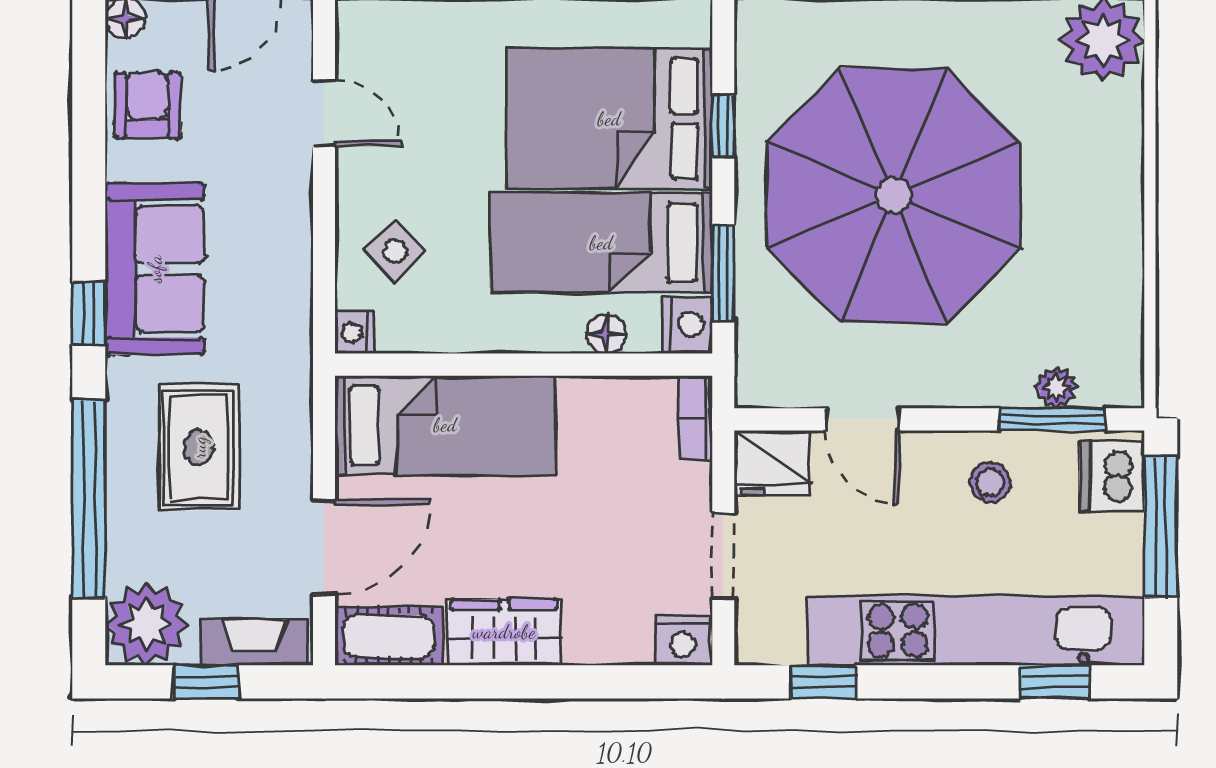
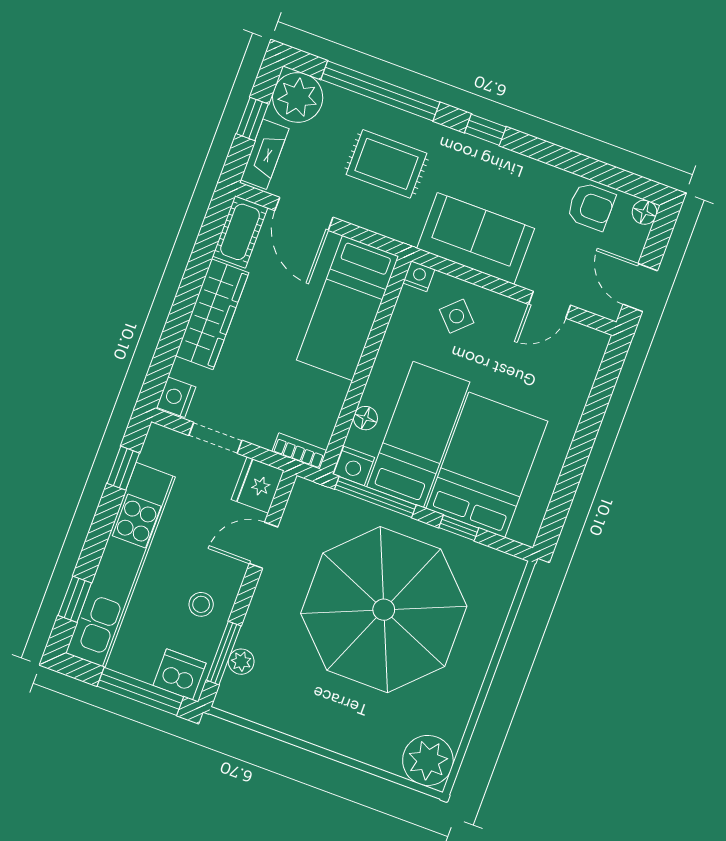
sofa: (155, 269) -> (476, 238), moved, turned 180
window: (723, 273) -> (375, 497), width x1.44
wardrobe: (504, 632) -> (212, 314), width x1.50

